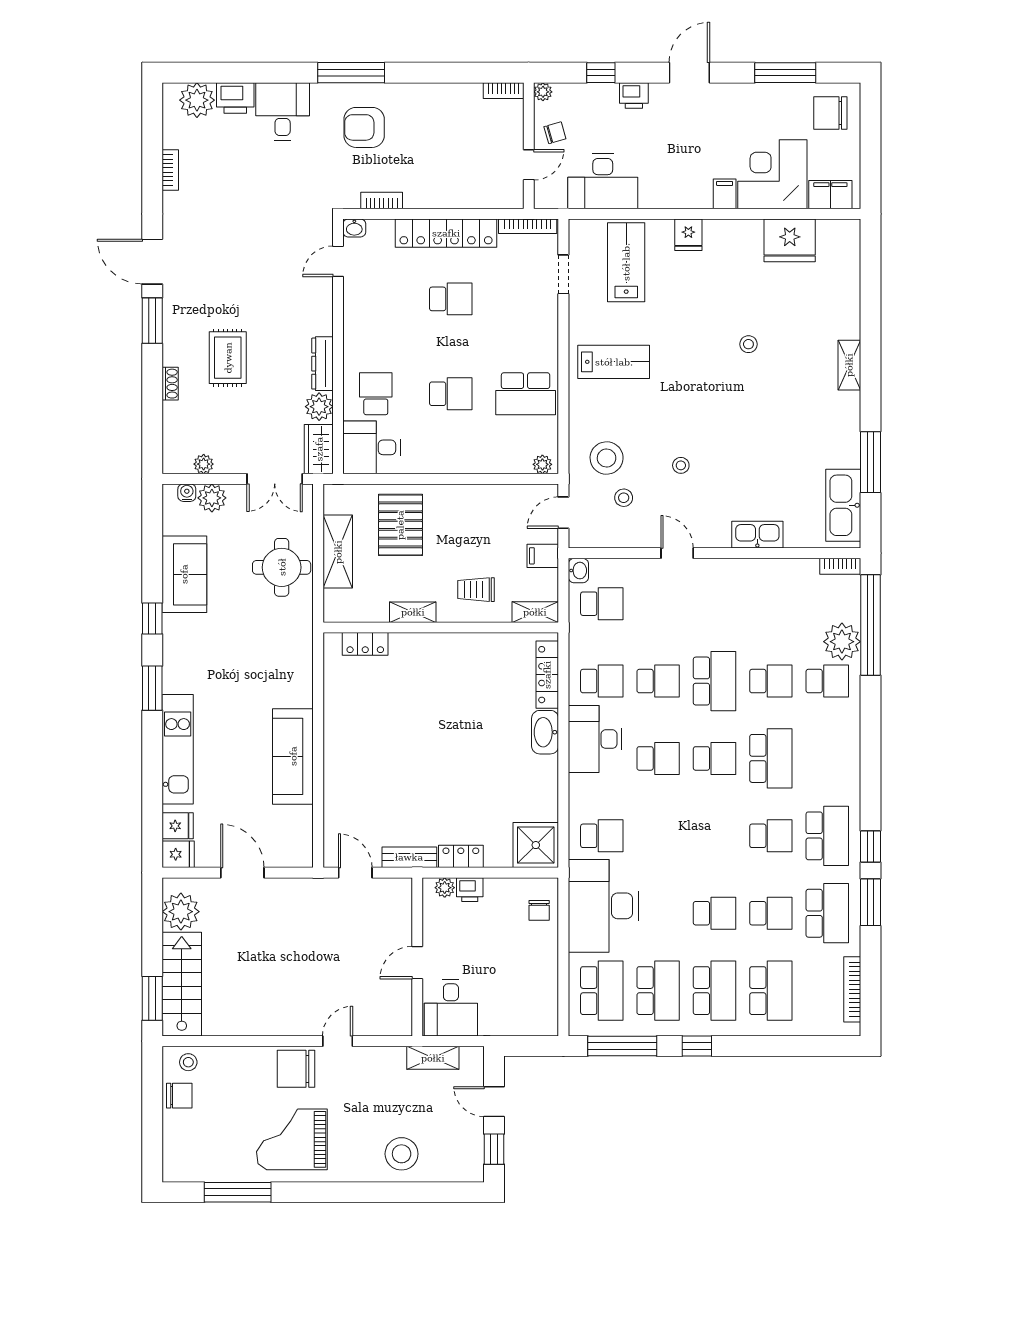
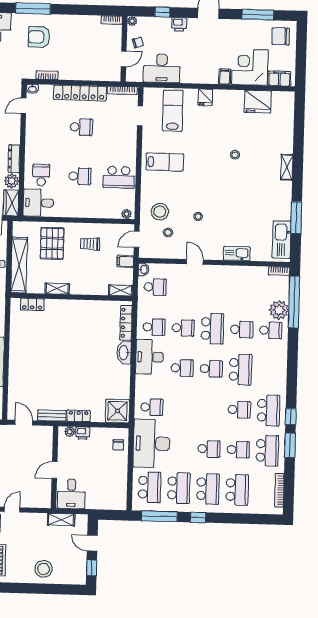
shelving: (338, 552) -> (19, 265), width x1.47
trolley: (476, 590) -> (90, 244), moved

